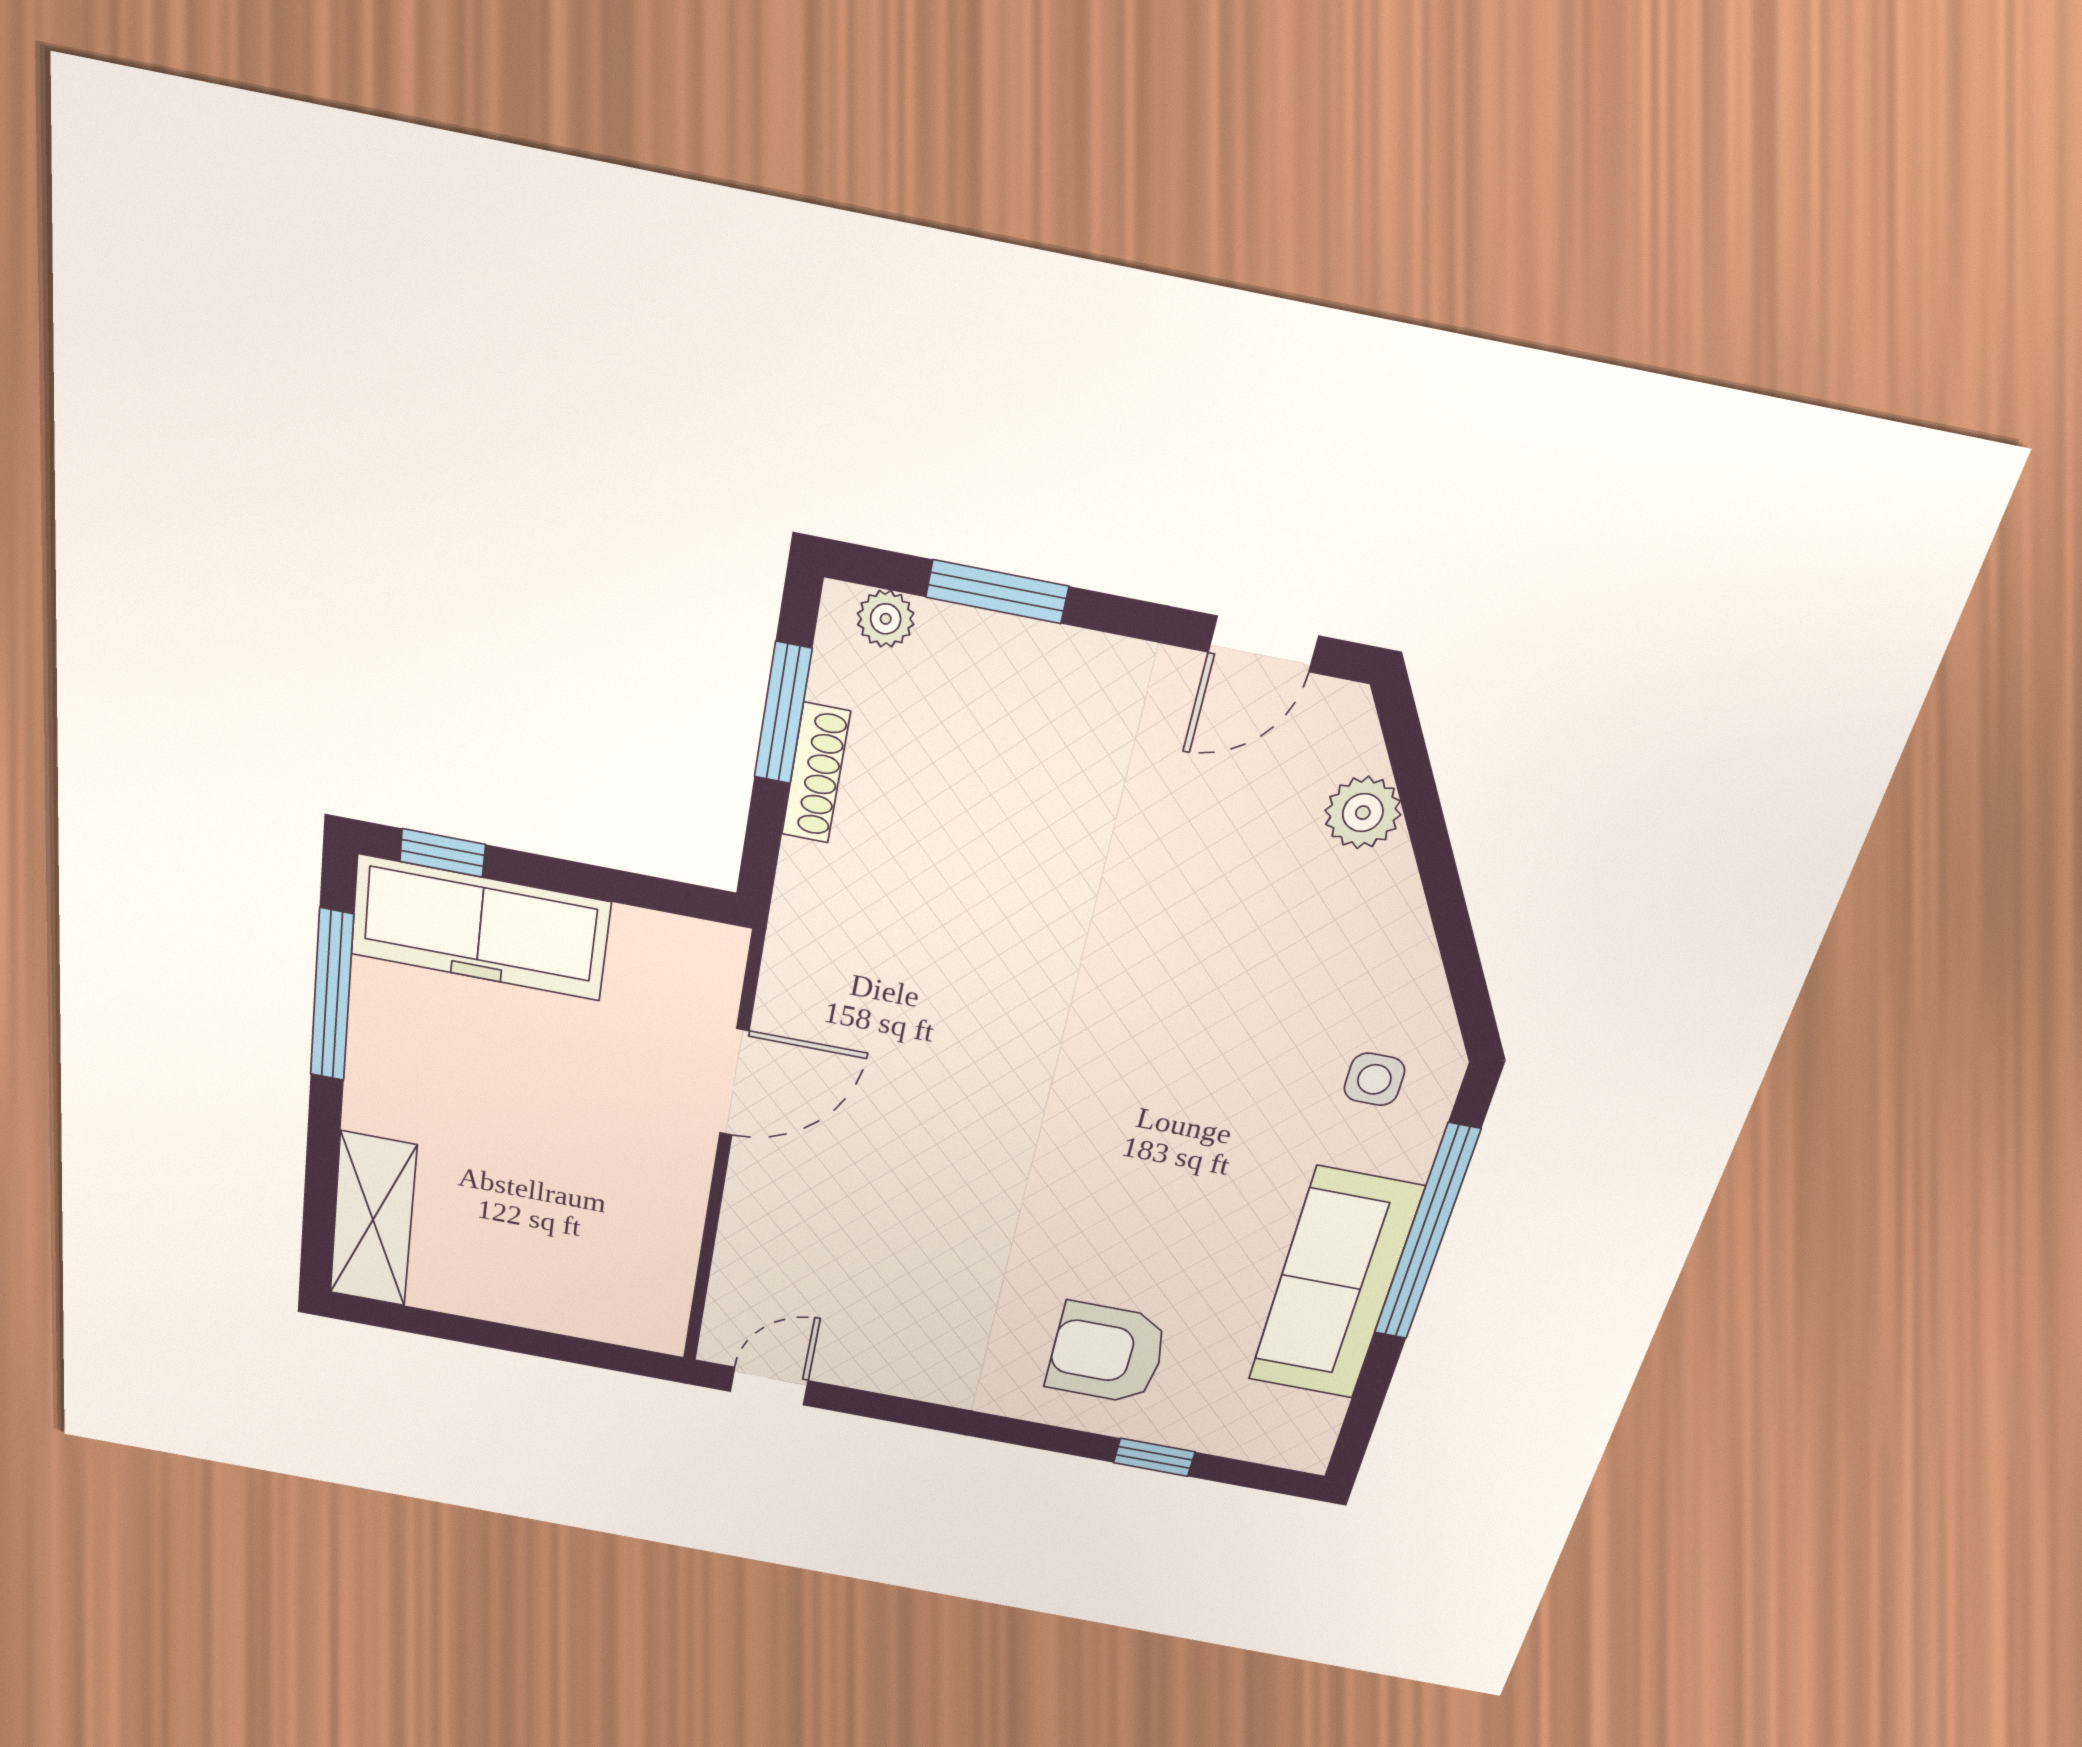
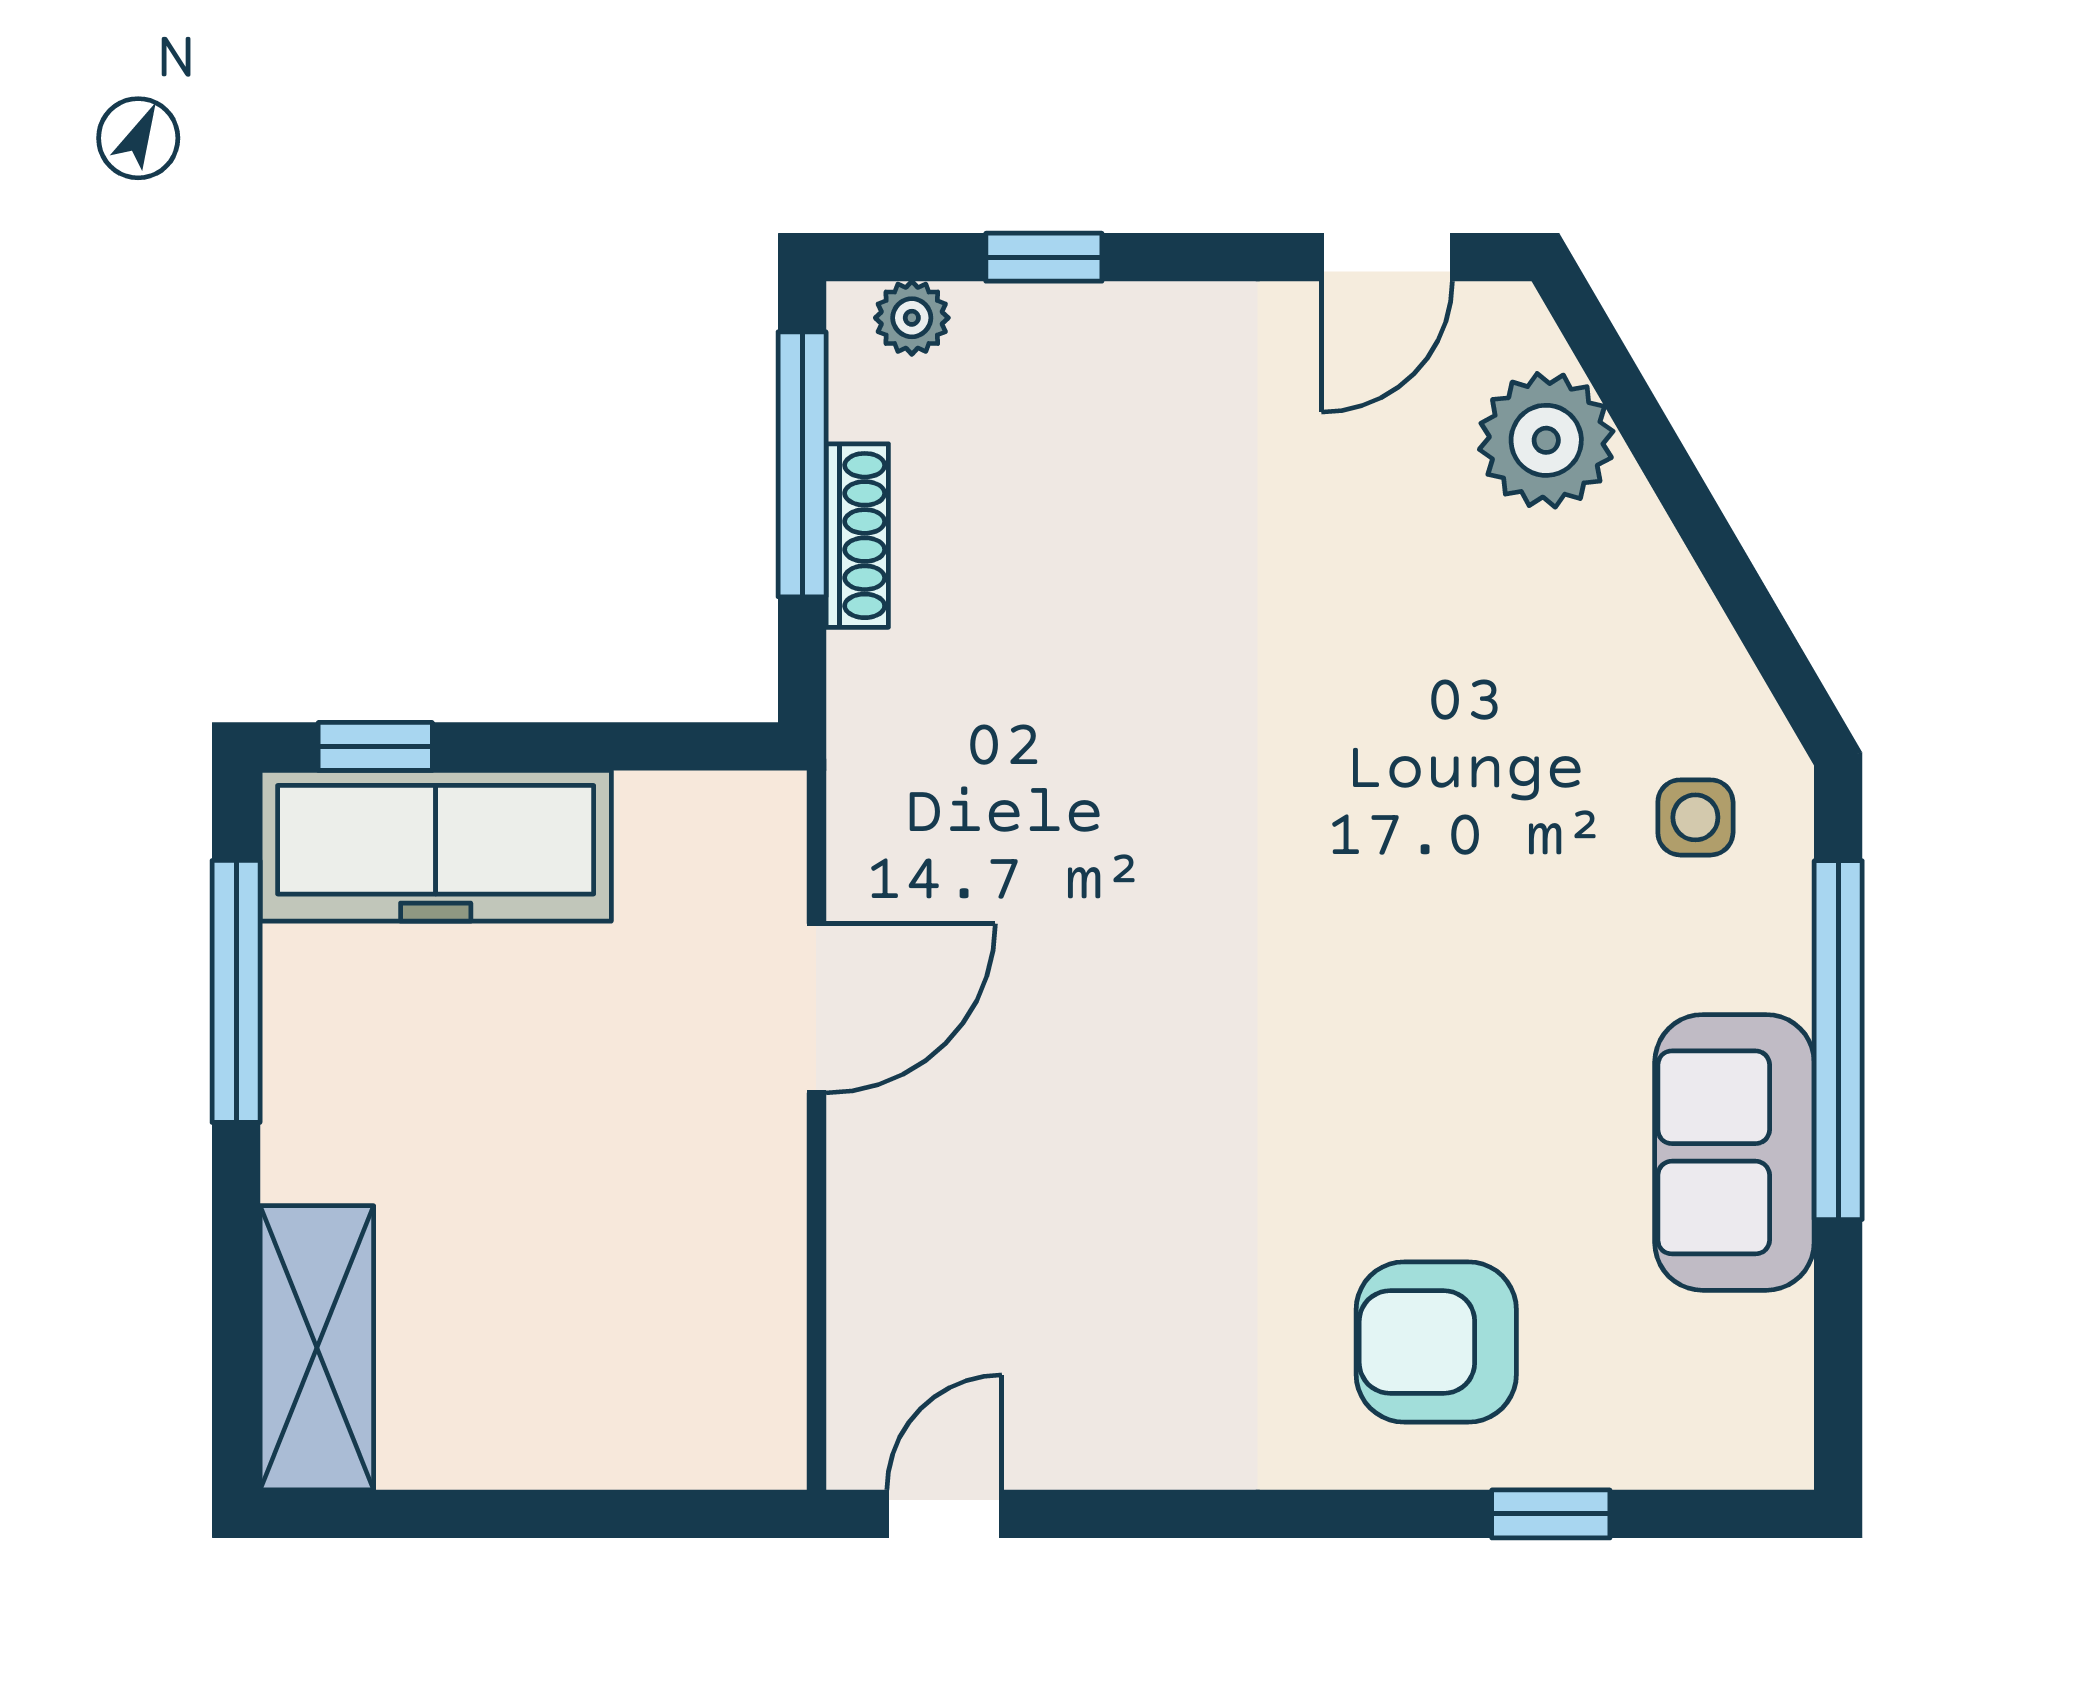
window: (997, 592) -> (1044, 257), width x0.67
window: (783, 713) -> (802, 464), width x1.44
plant: (1363, 813) -> (1546, 440), width x1.36, depth x1.36
sofa: (1335, 1285) -> (1734, 1152), width x0.73

